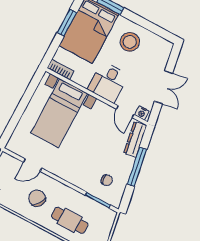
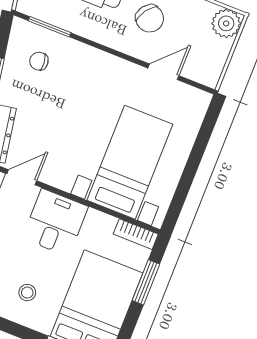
window: (67, 23) -> (146, 282), moved
stool: (130, 42) -> (27, 293), width x0.53, depth x0.53
door: (125, 112) -> (22, 177), hinge flipped

